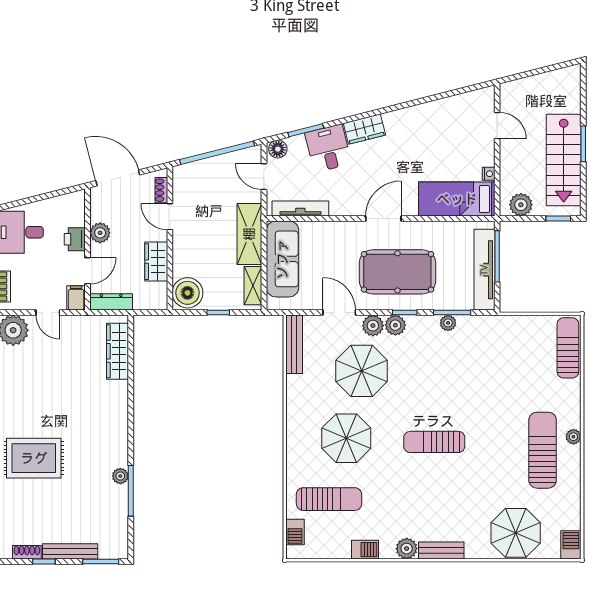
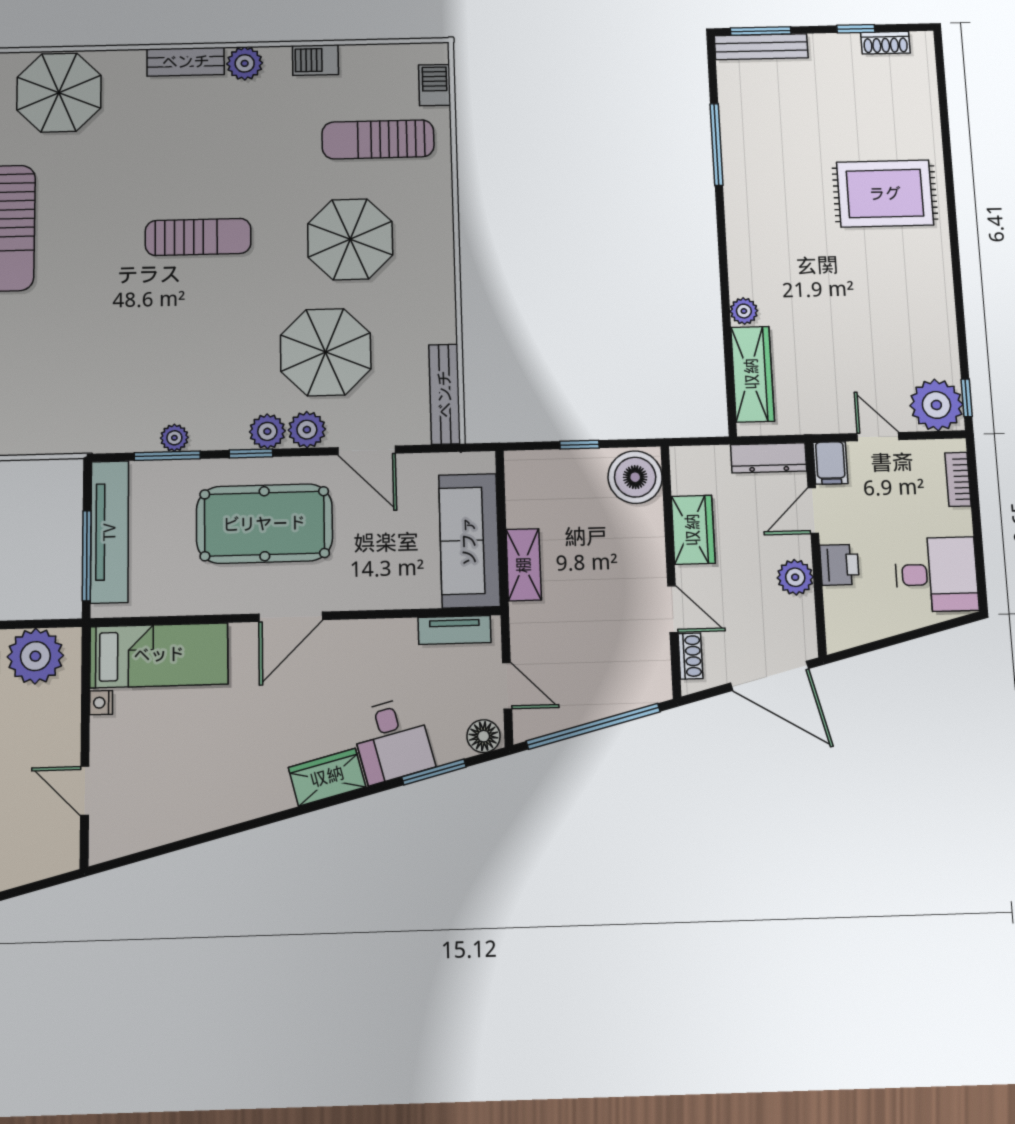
plant: (521, 205) -> (35, 656), width x1.36, depth x1.36
tv unit: (300, 209) -> (455, 630), width x0.71
shelving: (249, 234) -> (524, 565), width x0.67, depth x0.75
shelving: (253, 286) -> (520, 493), removed
plant: (120, 476) -> (744, 311), moved
bench: (70, 551) -> (761, 47), moved

